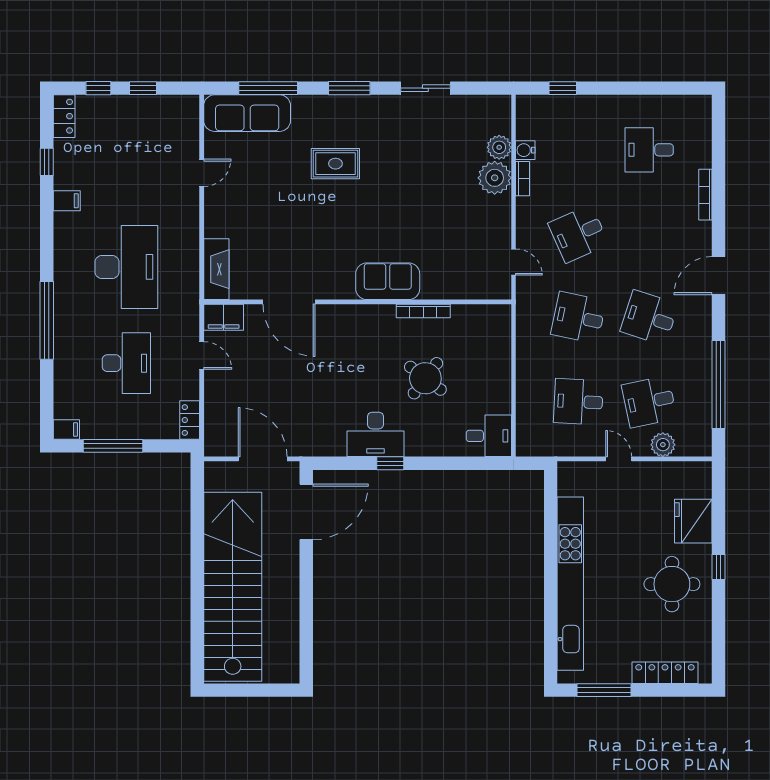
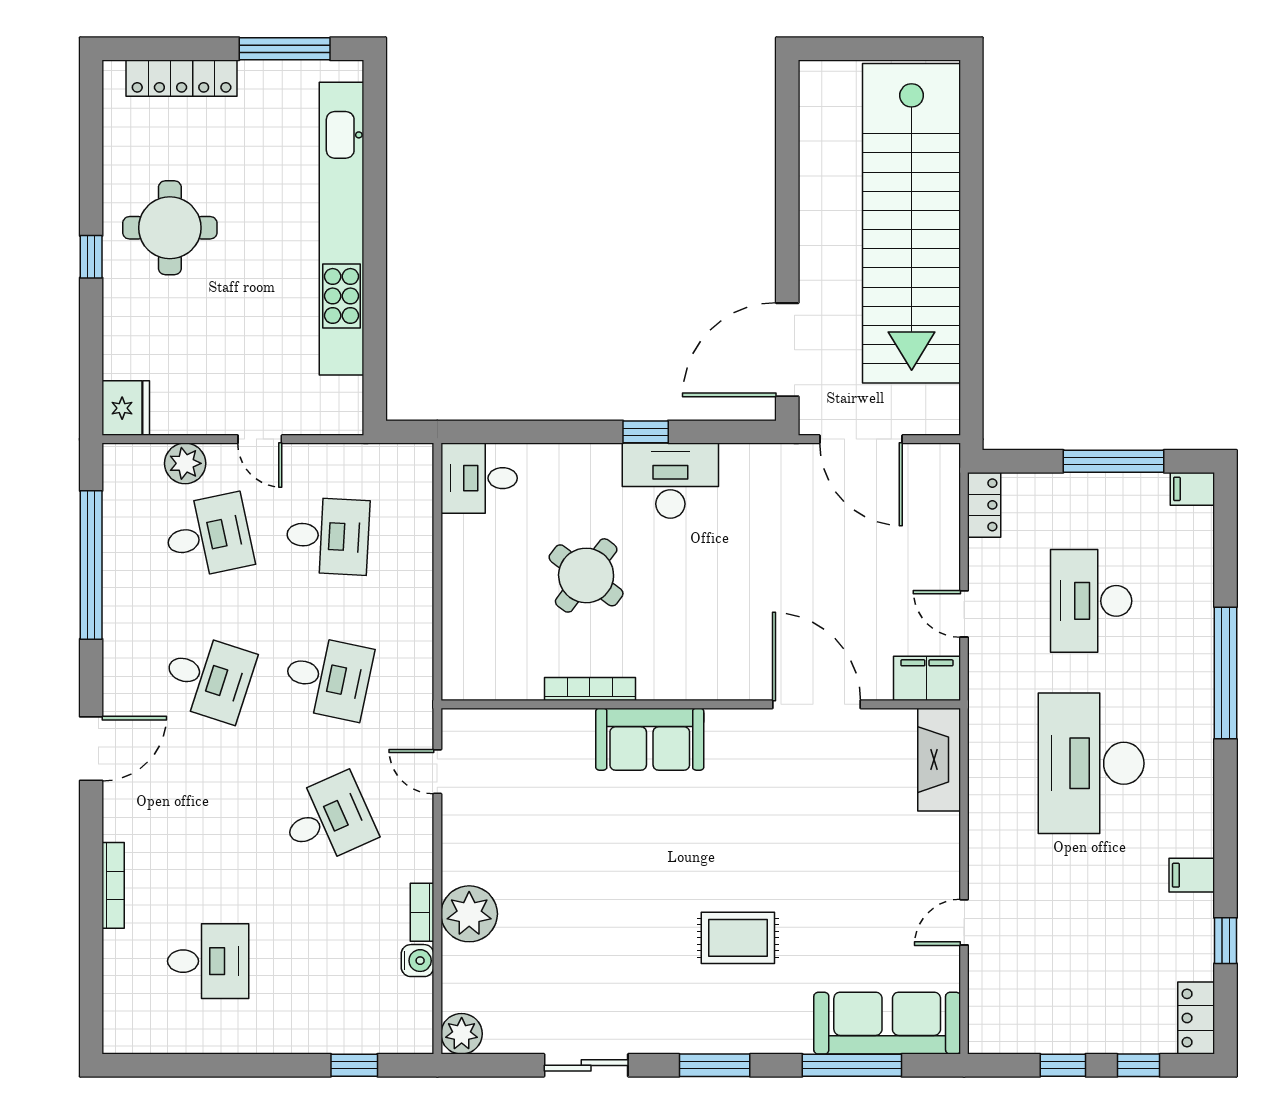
plant: (499, 147) -> (462, 1034), moved
fridge: (693, 521) -> (126, 408), moved, width x0.73, depth x0.75

